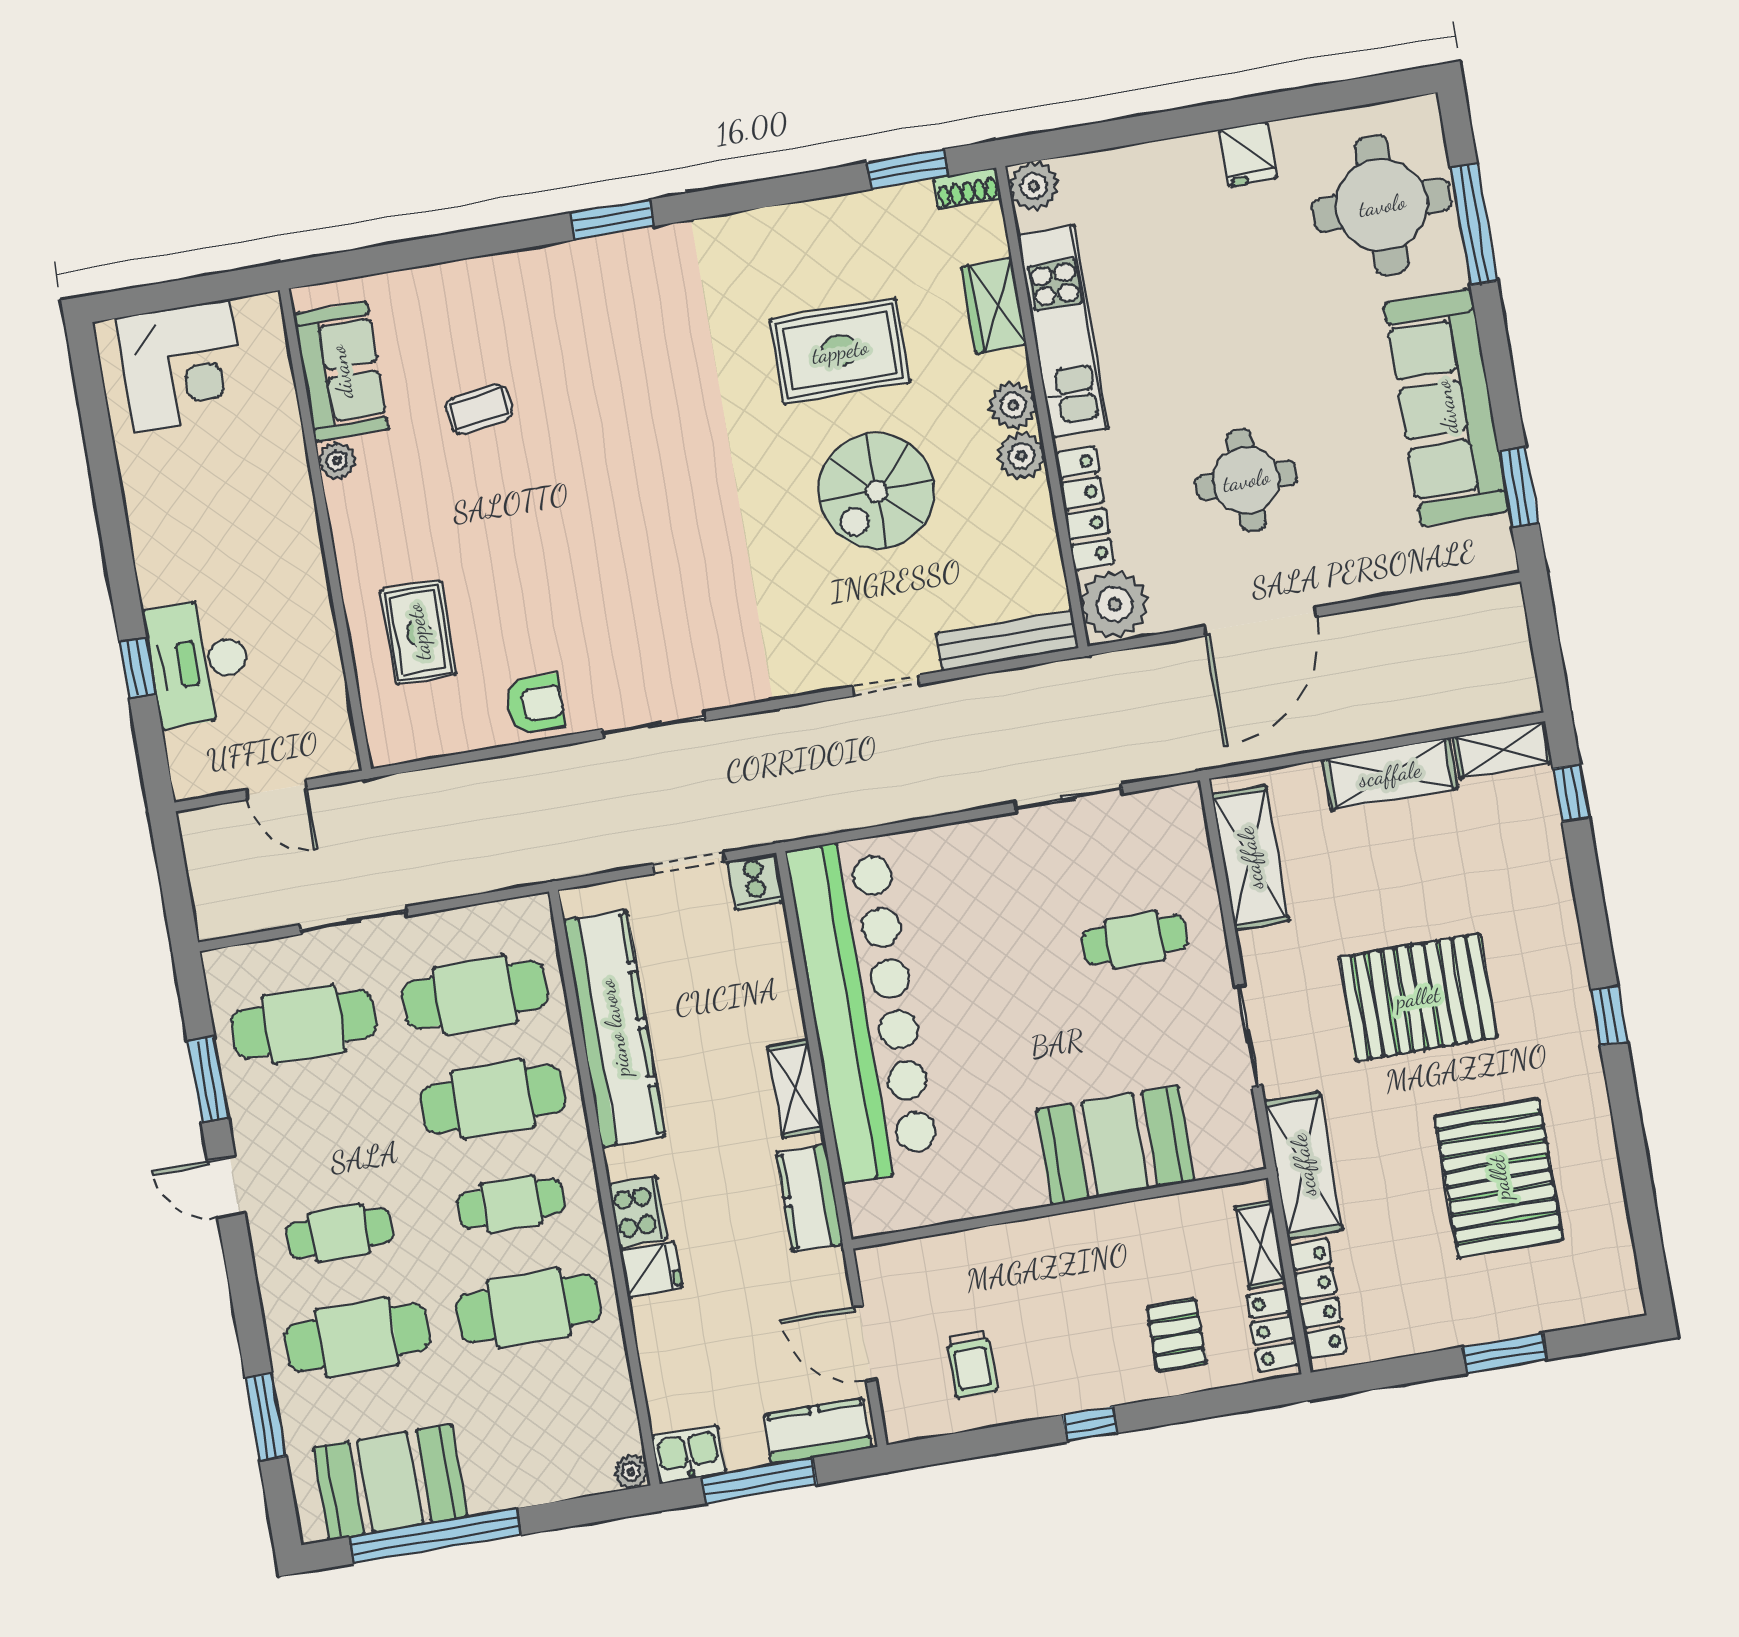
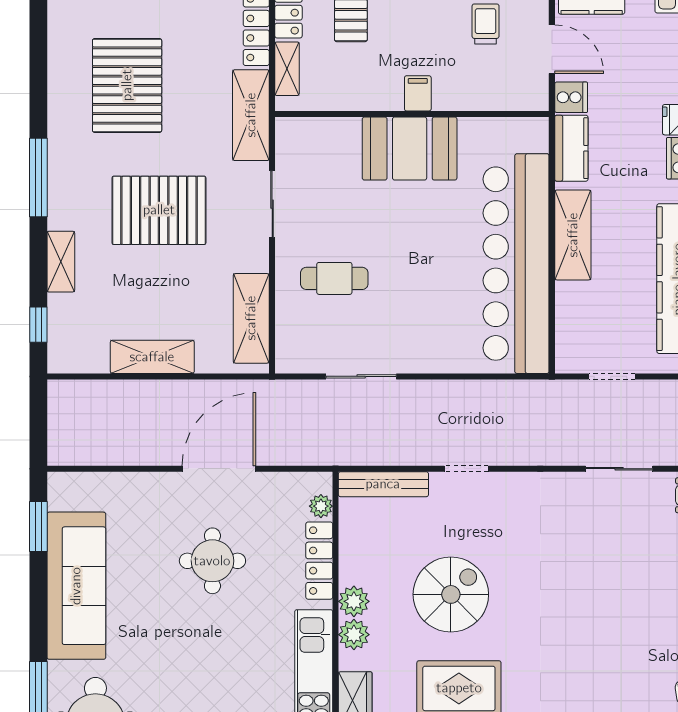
plant: (1114, 604) -> (321, 506), width x0.53, depth x0.53
shelving: (1503, 750) -> (61, 262), moved, turned 90
cooker: (755, 882) -> (571, 97), moved, turned 90
window: (1609, 1016) -> (38, 177), width x2.17
shelving: (796, 1089) -> (573, 235), width x1.50, depth x1.33
booth: (1115, 1145) -> (410, 149), moved
filing cabinet: (1056, 1242) -> (418, 93), added

